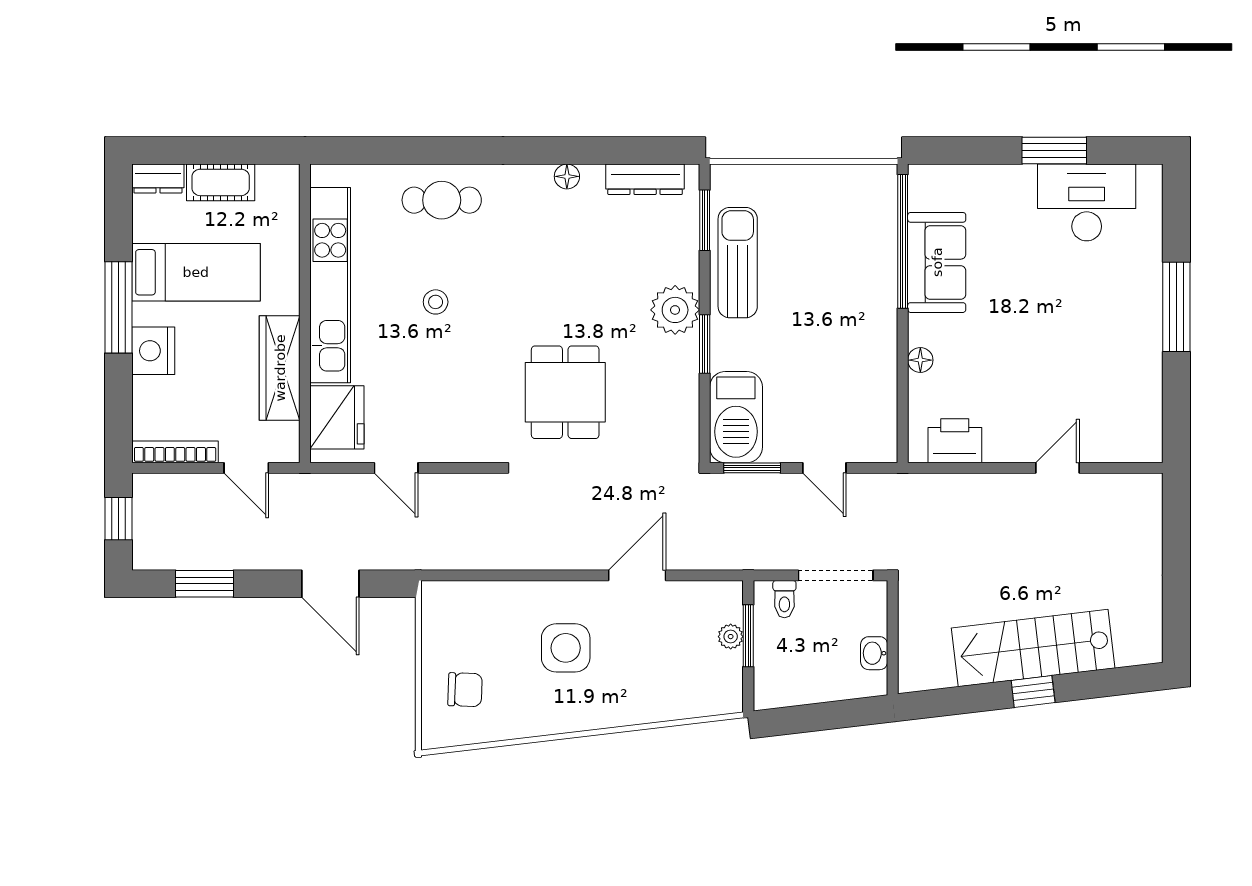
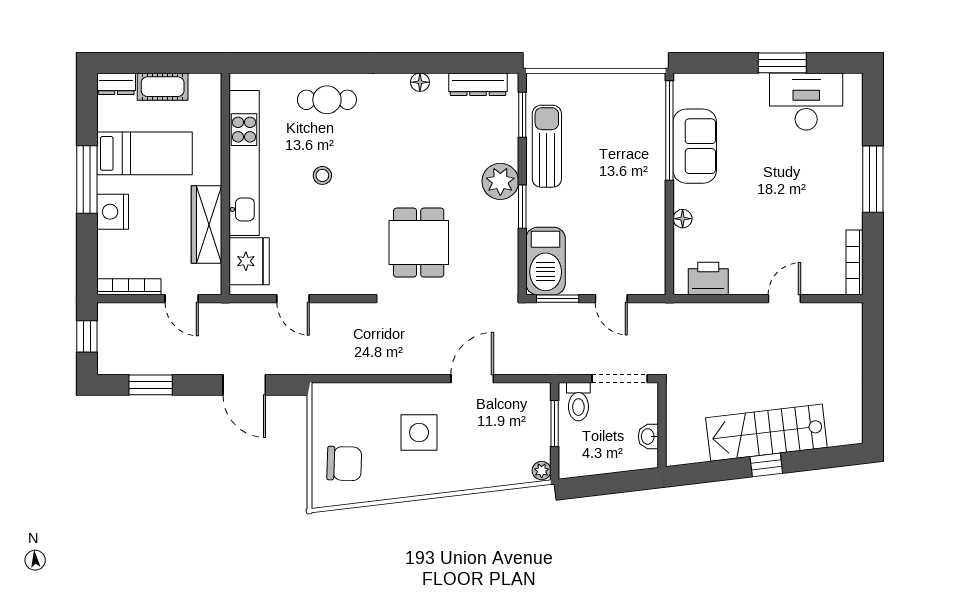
bookcase: (1152, 419) -> (855, 262), added
toilet: (784, 599) -> (578, 402), width x1.37, depth x1.39
plant: (731, 637) -> (542, 471), moved
chair: (465, 690) -> (344, 464), width x1.37, depth x1.37

